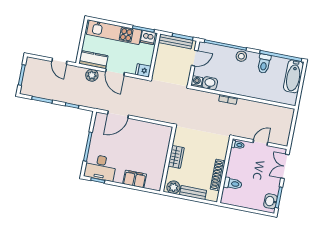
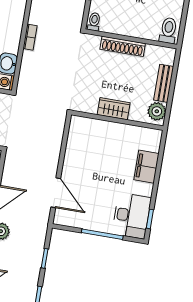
shoe rack: (218, 175) -> (123, 46), moved
toilet: (233, 184) -> (168, 30), moved

